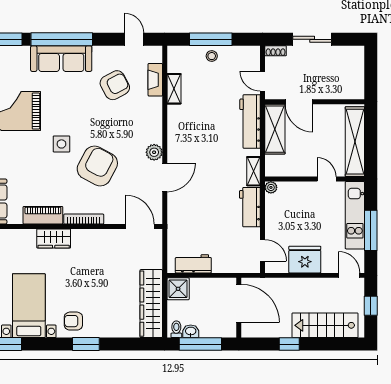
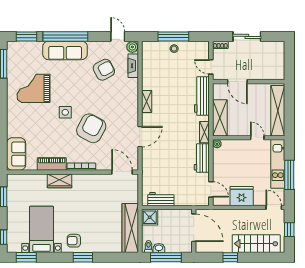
shelving: (174, 89) -> (147, 101), moved
shelving: (275, 129) -> (220, 118), moved
plant: (154, 152) -> (132, 47), moved

